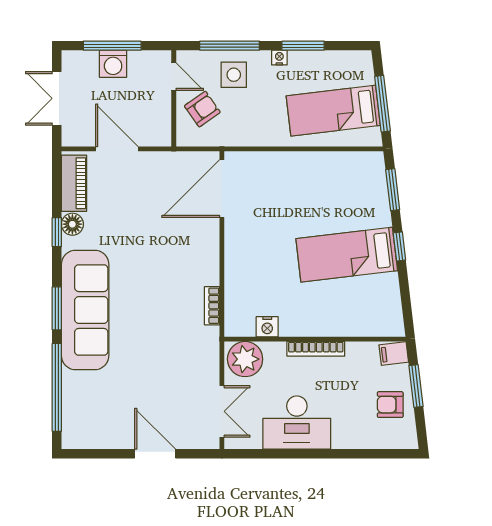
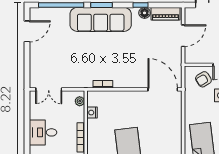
armchair: (202, 109) -> (203, 79), turned 94
plant: (245, 359) -> (80, 101), width x0.53, depth x0.53
desk: (297, 423) -> (43, 132), width x0.73
door: (155, 454) -> (27, 31), moved

